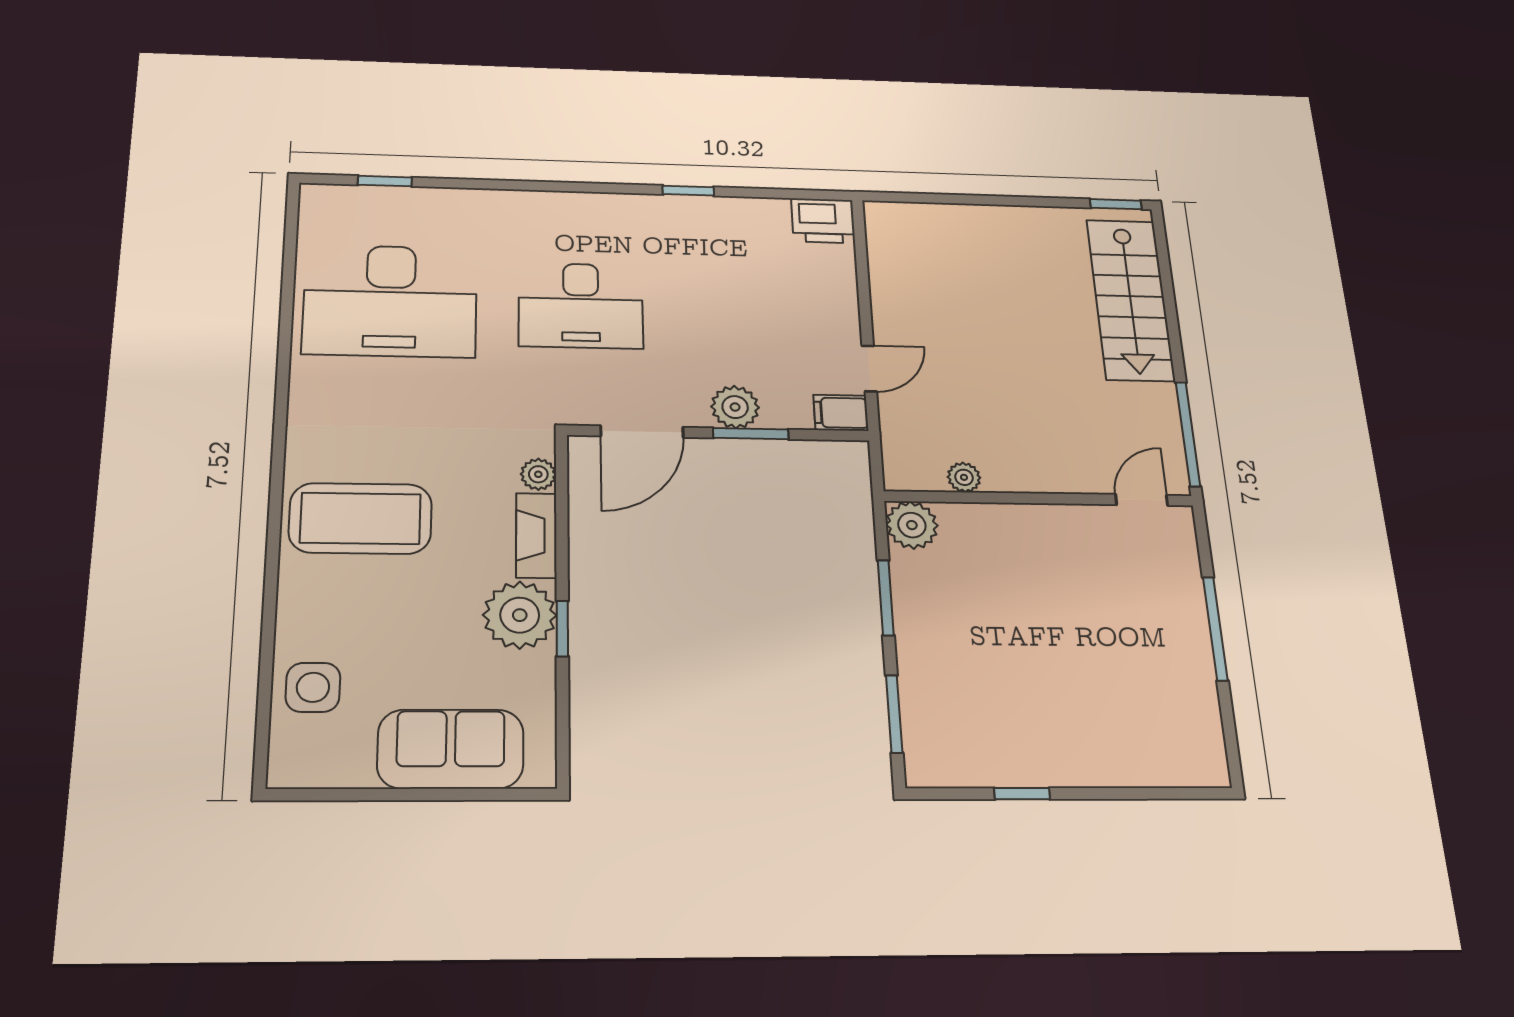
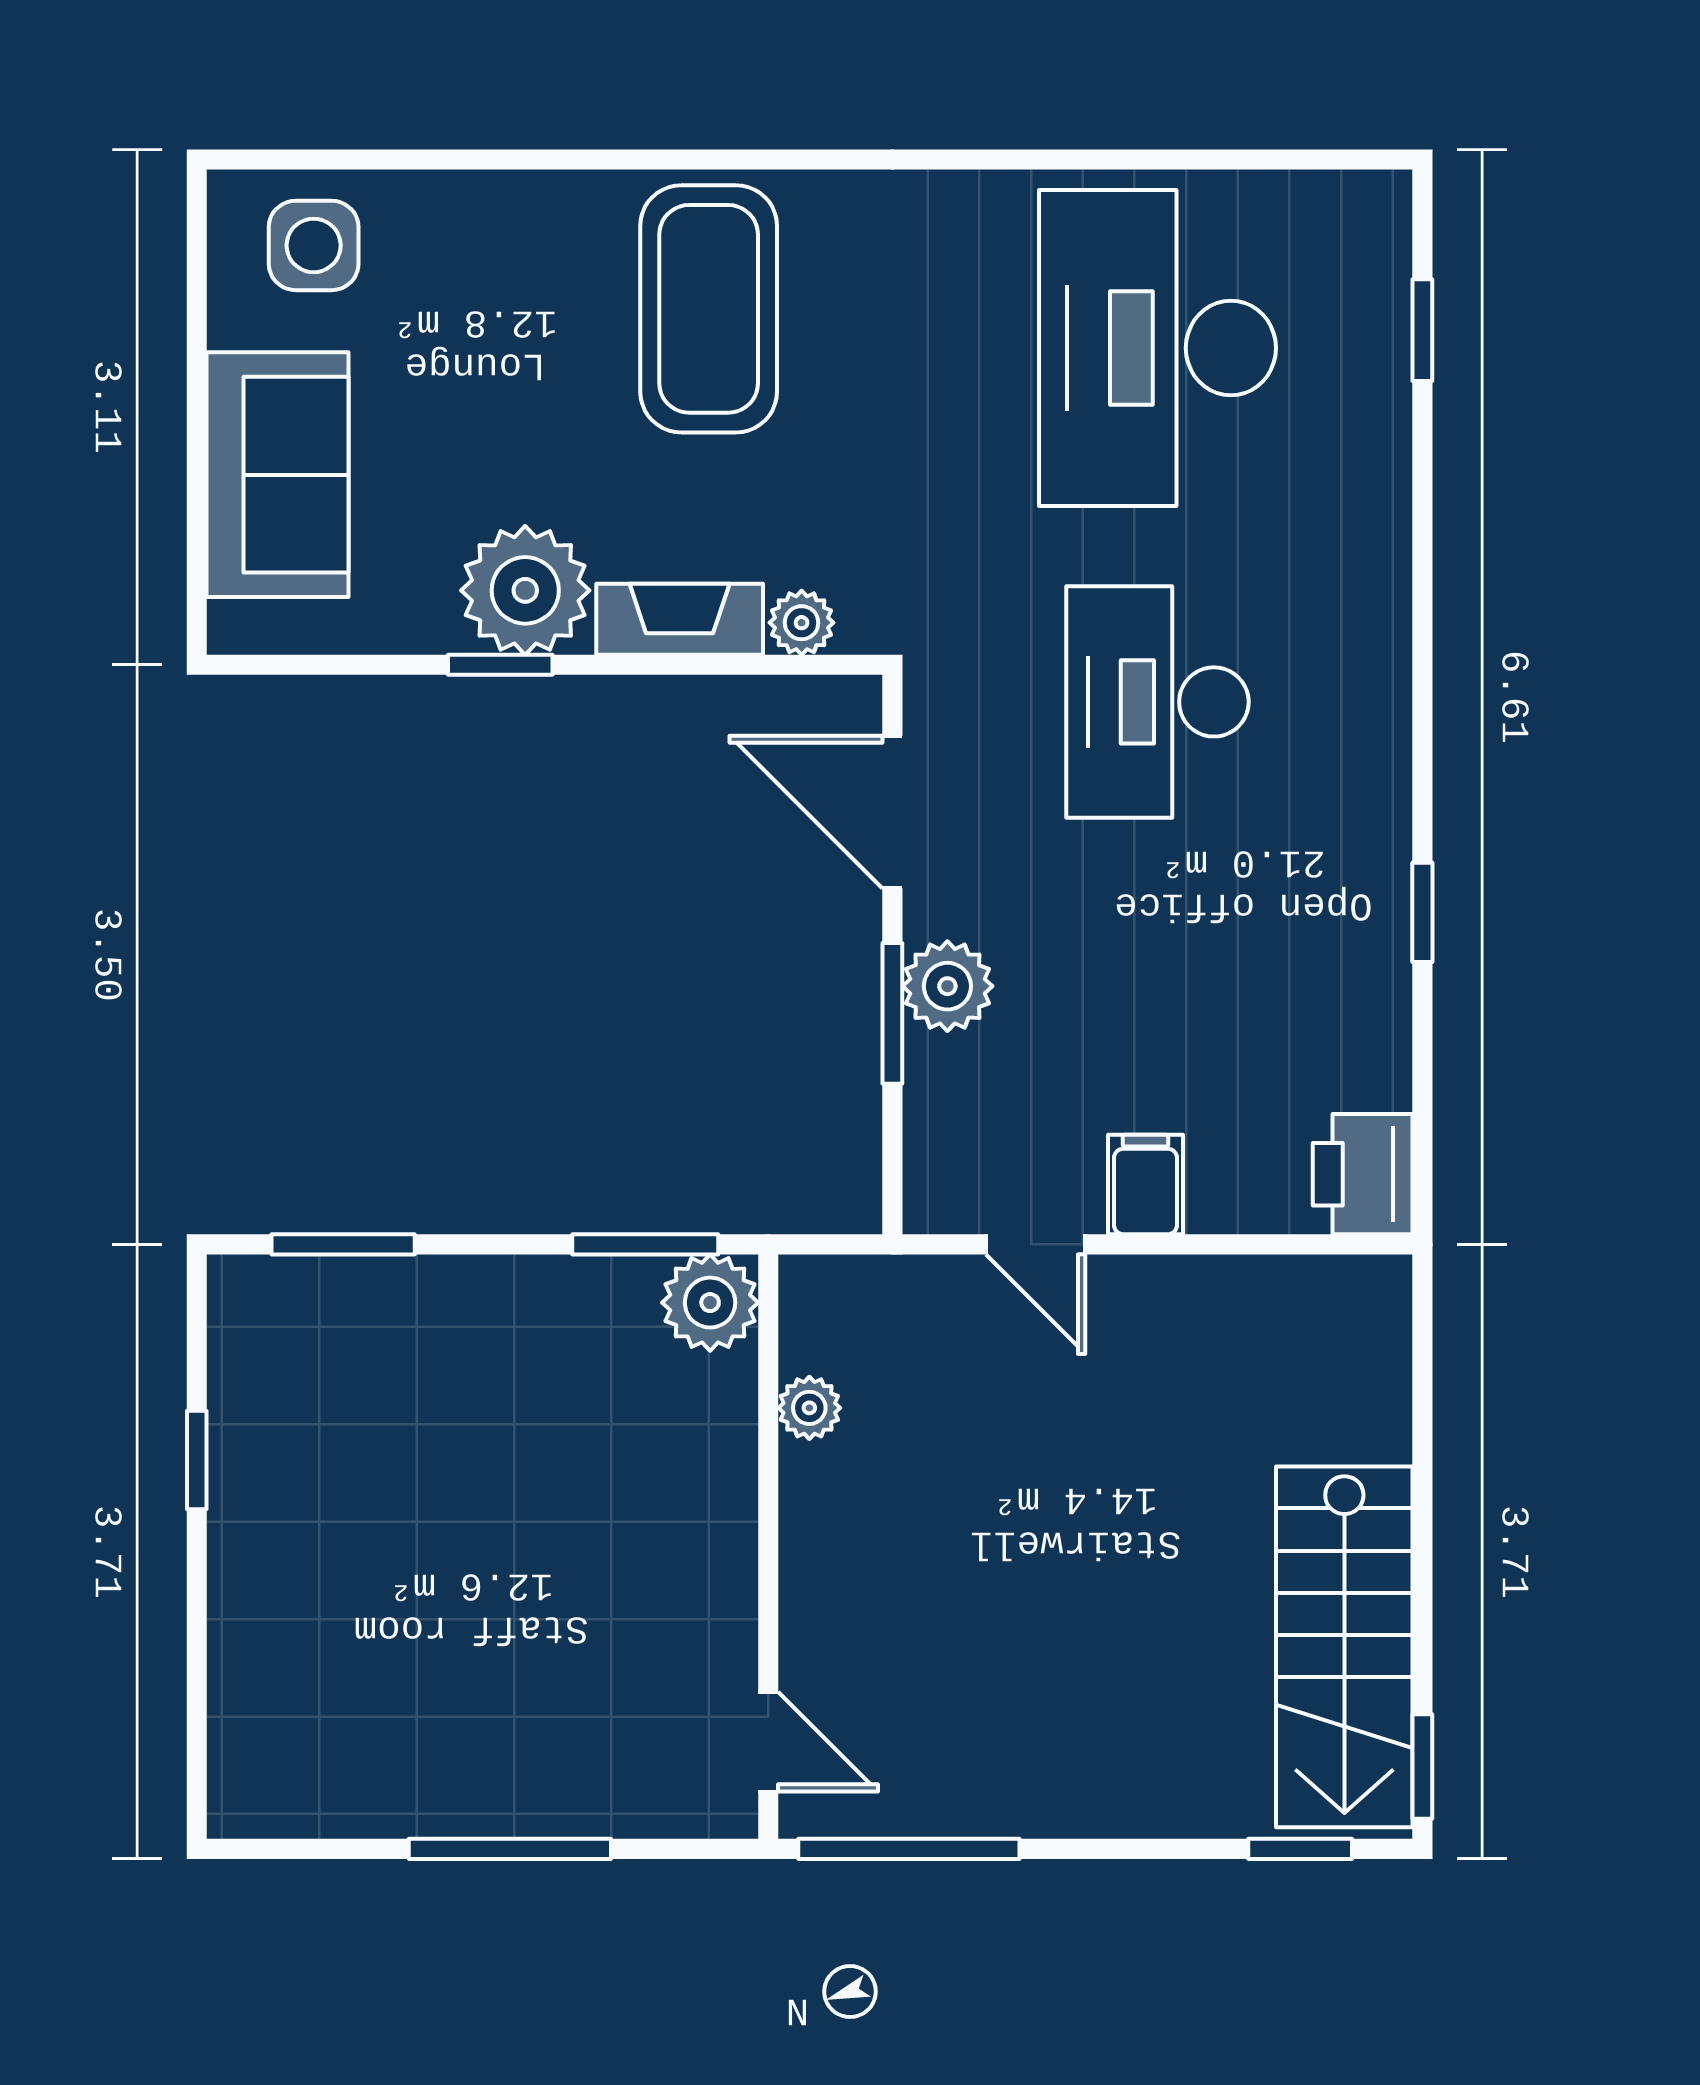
window: (1163, 258) -> (1300, 1849), added
stairs: (1130, 300) -> (1344, 1647), moved, turned -90
filing cabinet: (841, 413) -> (1145, 1185), moved
window: (886, 598) -> (645, 1244), moved
side table: (313, 687) -> (314, 245), moved

